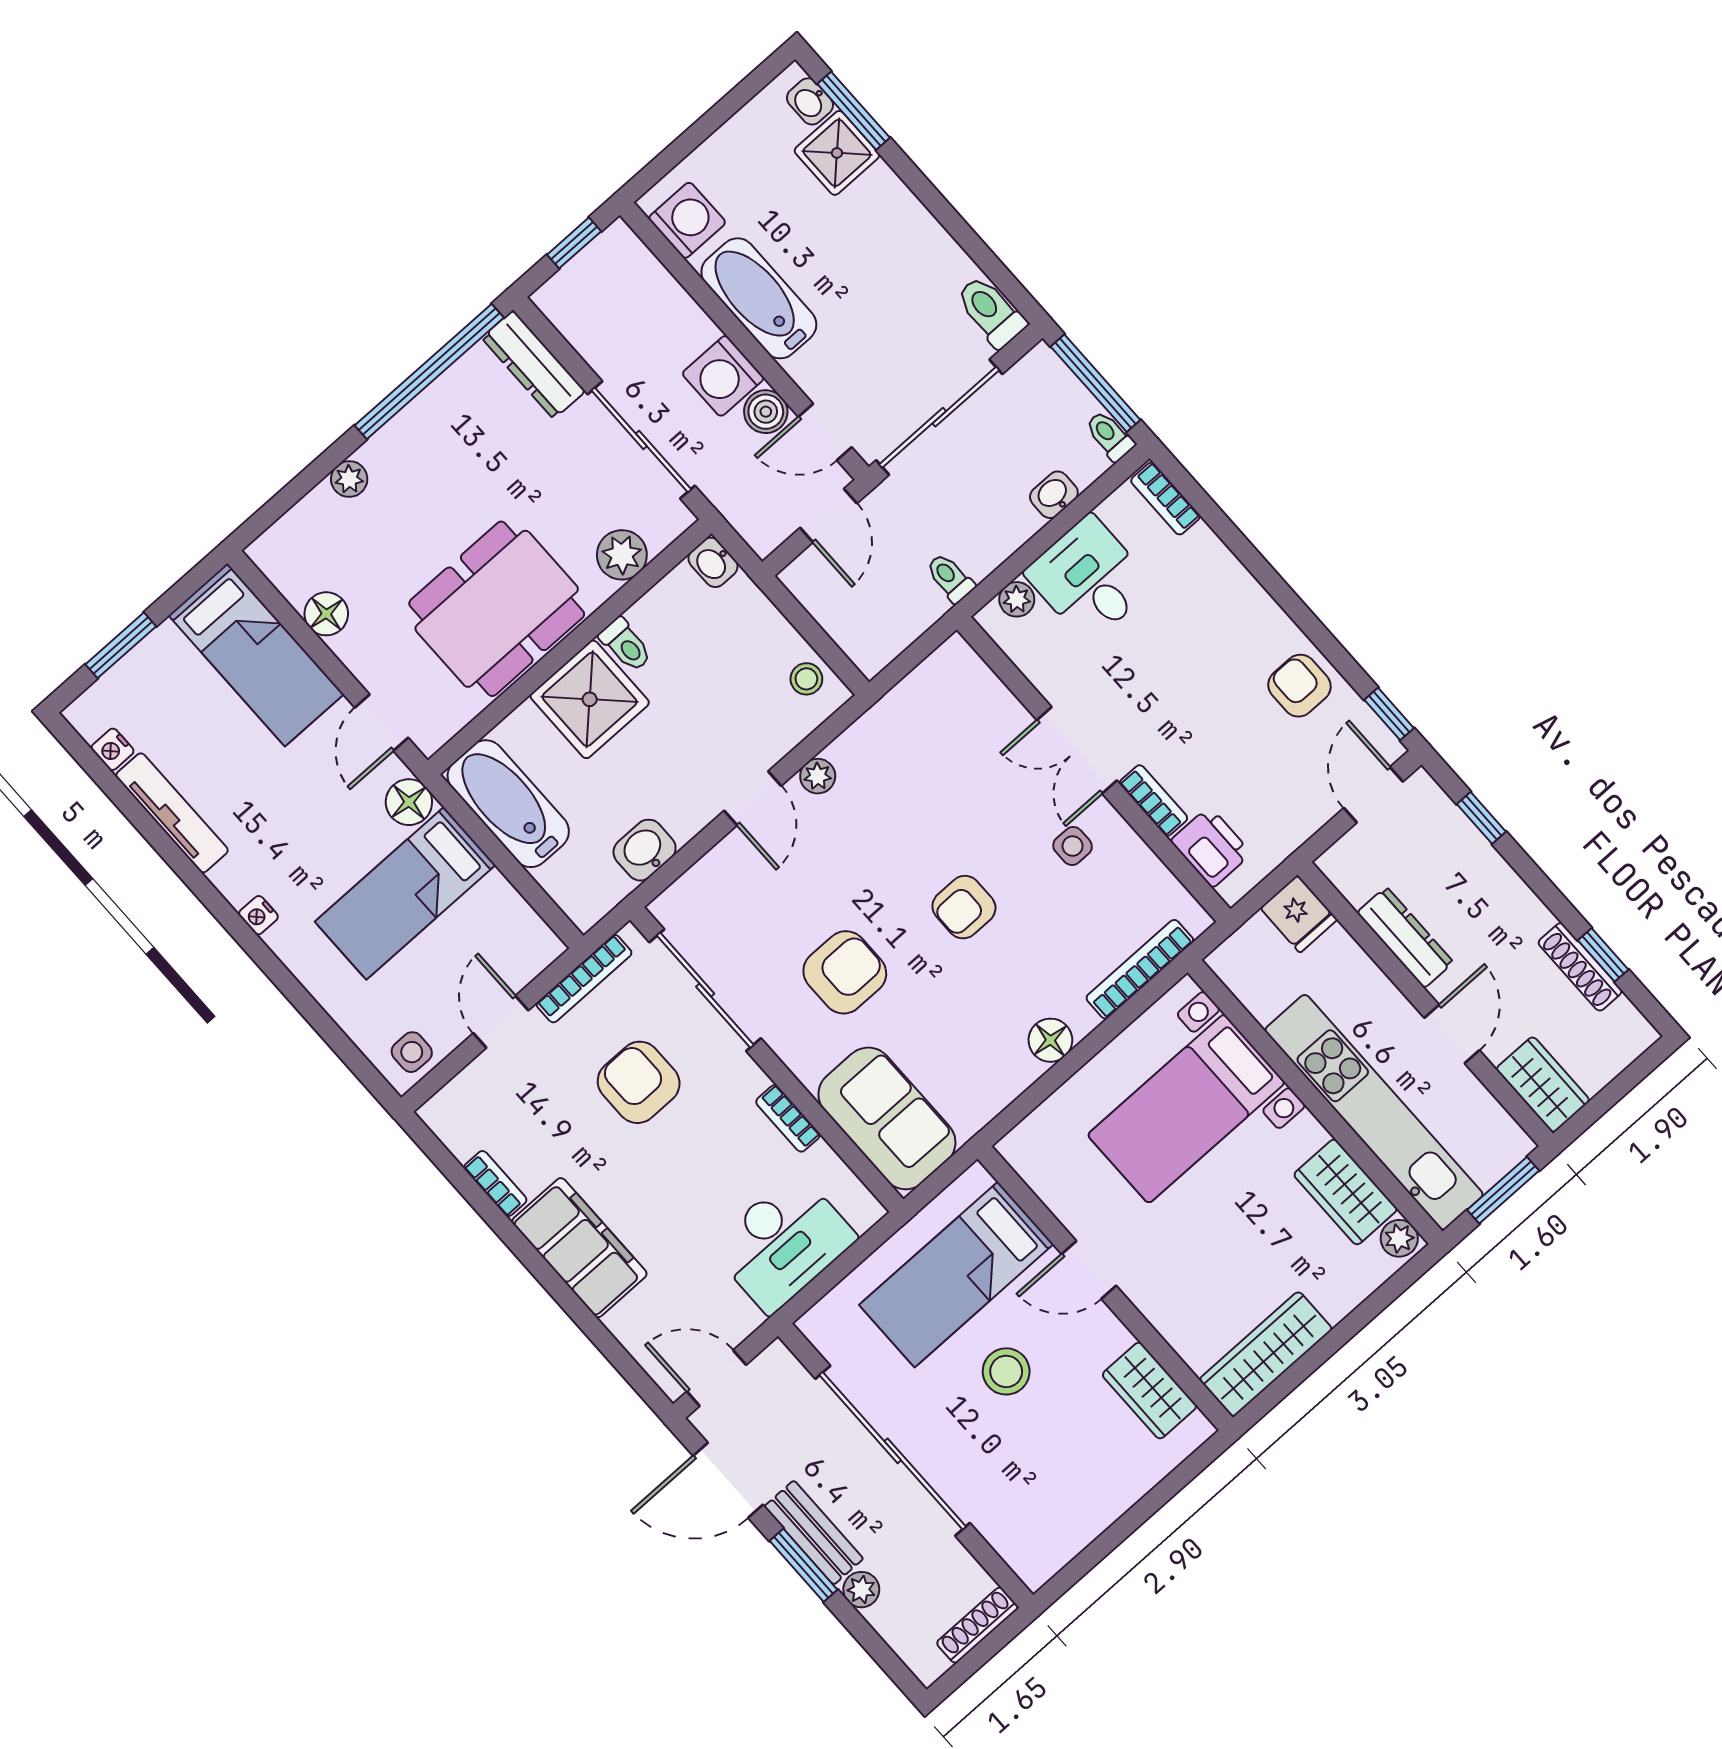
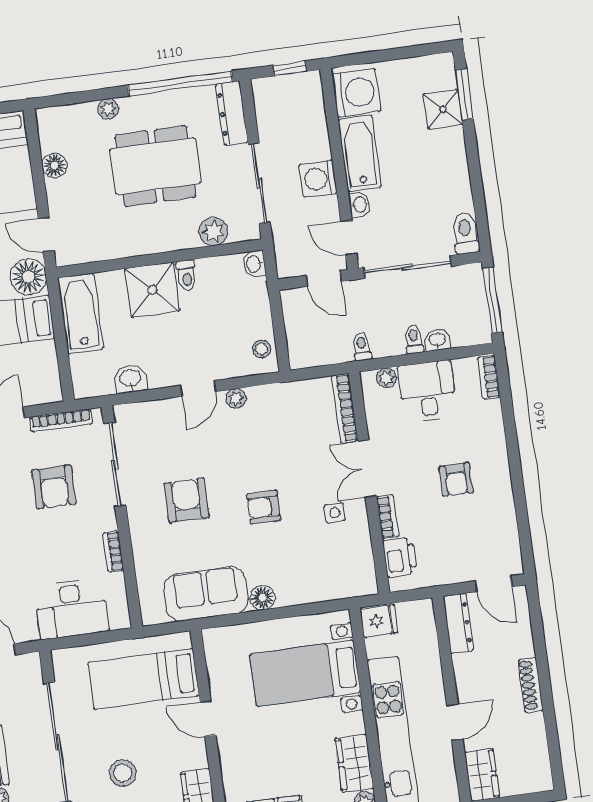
washbasin: (810, 101) -> (359, 205), moved, turned 180
washing machine: (687, 220) -> (356, 93), width x1.37, depth x1.37
boiler: (766, 412) -> (327, 209), removed
toilet: (1110, 436) -> (414, 339), moved
door: (828, 516) -> (324, 278), hinge flipped
dining table: (497, 609) -> (155, 166), moved
armchair: (1299, 686) -> (456, 479), moved, turned 180
window: (1389, 714) -> (527, 550), removed
door: (381, 723) -> (46, 235), hinge flipped
door: (1373, 795) -> (494, 584), swing flipped
floor lamp: (409, 802) -> (28, 277), width x1.38, depth x1.38
window: (1481, 818) -> (537, 629), removed
fridge: (1299, 914) -> (379, 621), moved, turned -90
dresser: (1405, 937) -> (458, 623), moved
window: (1603, 955) -> (552, 733), removed
shoe rack: (1580, 967) -> (531, 685), moved
bookcase: (1140, 969) -> (345, 408), moved, turned -90
armchair: (845, 972) -> (187, 500), turned -90
armchair: (639, 1082) -> (54, 487), turned 180
sofa: (887, 1118) -> (206, 594), moved, turned -90
stool: (1006, 1371) -> (123, 773), moved

